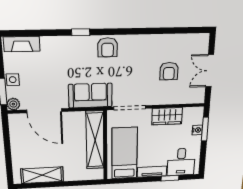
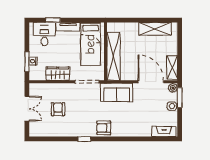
window: (81, 32) -> (84, 139), moved
armchair: (108, 47) -> (104, 128), turned -90
shelving: (16, 130) -> (172, 68), added

